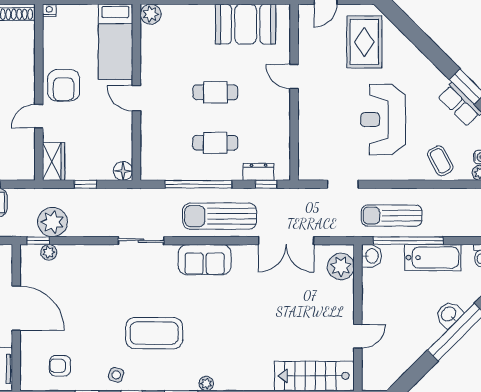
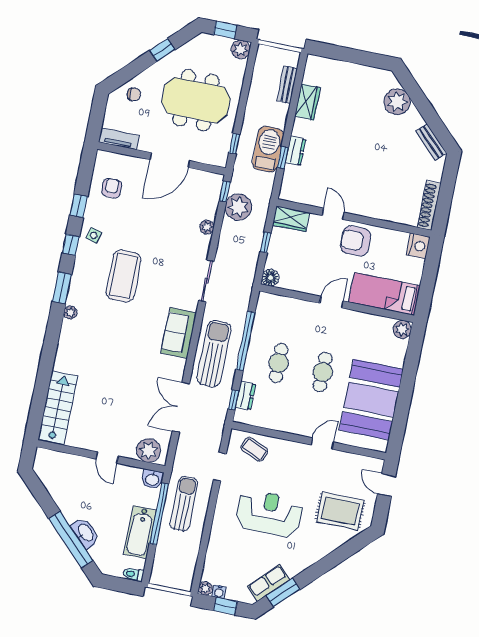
nightstand: (49, 10) -> (418, 246), width x1.89, depth x1.79
booth: (246, 24) -> (371, 400), width x1.36, depth x1.42
coffee table: (440, 161) -> (254, 449), moved, turned 51
plant: (49, 252) -> (207, 227), moved
washbasin: (449, 314) -> (85, 533), width x1.38
door: (358, 336) -> (107, 458), moved

